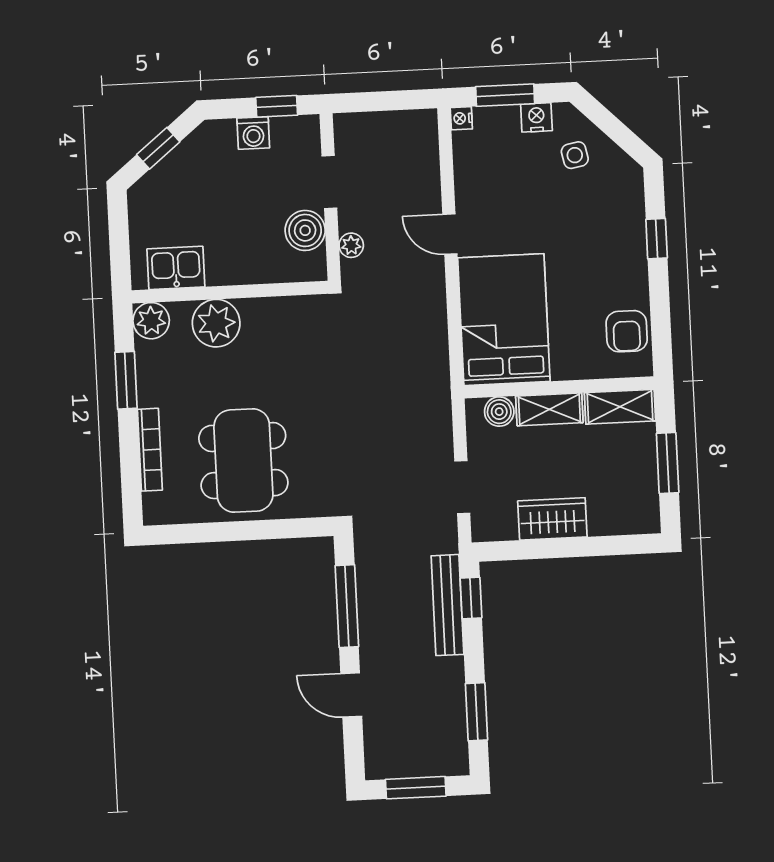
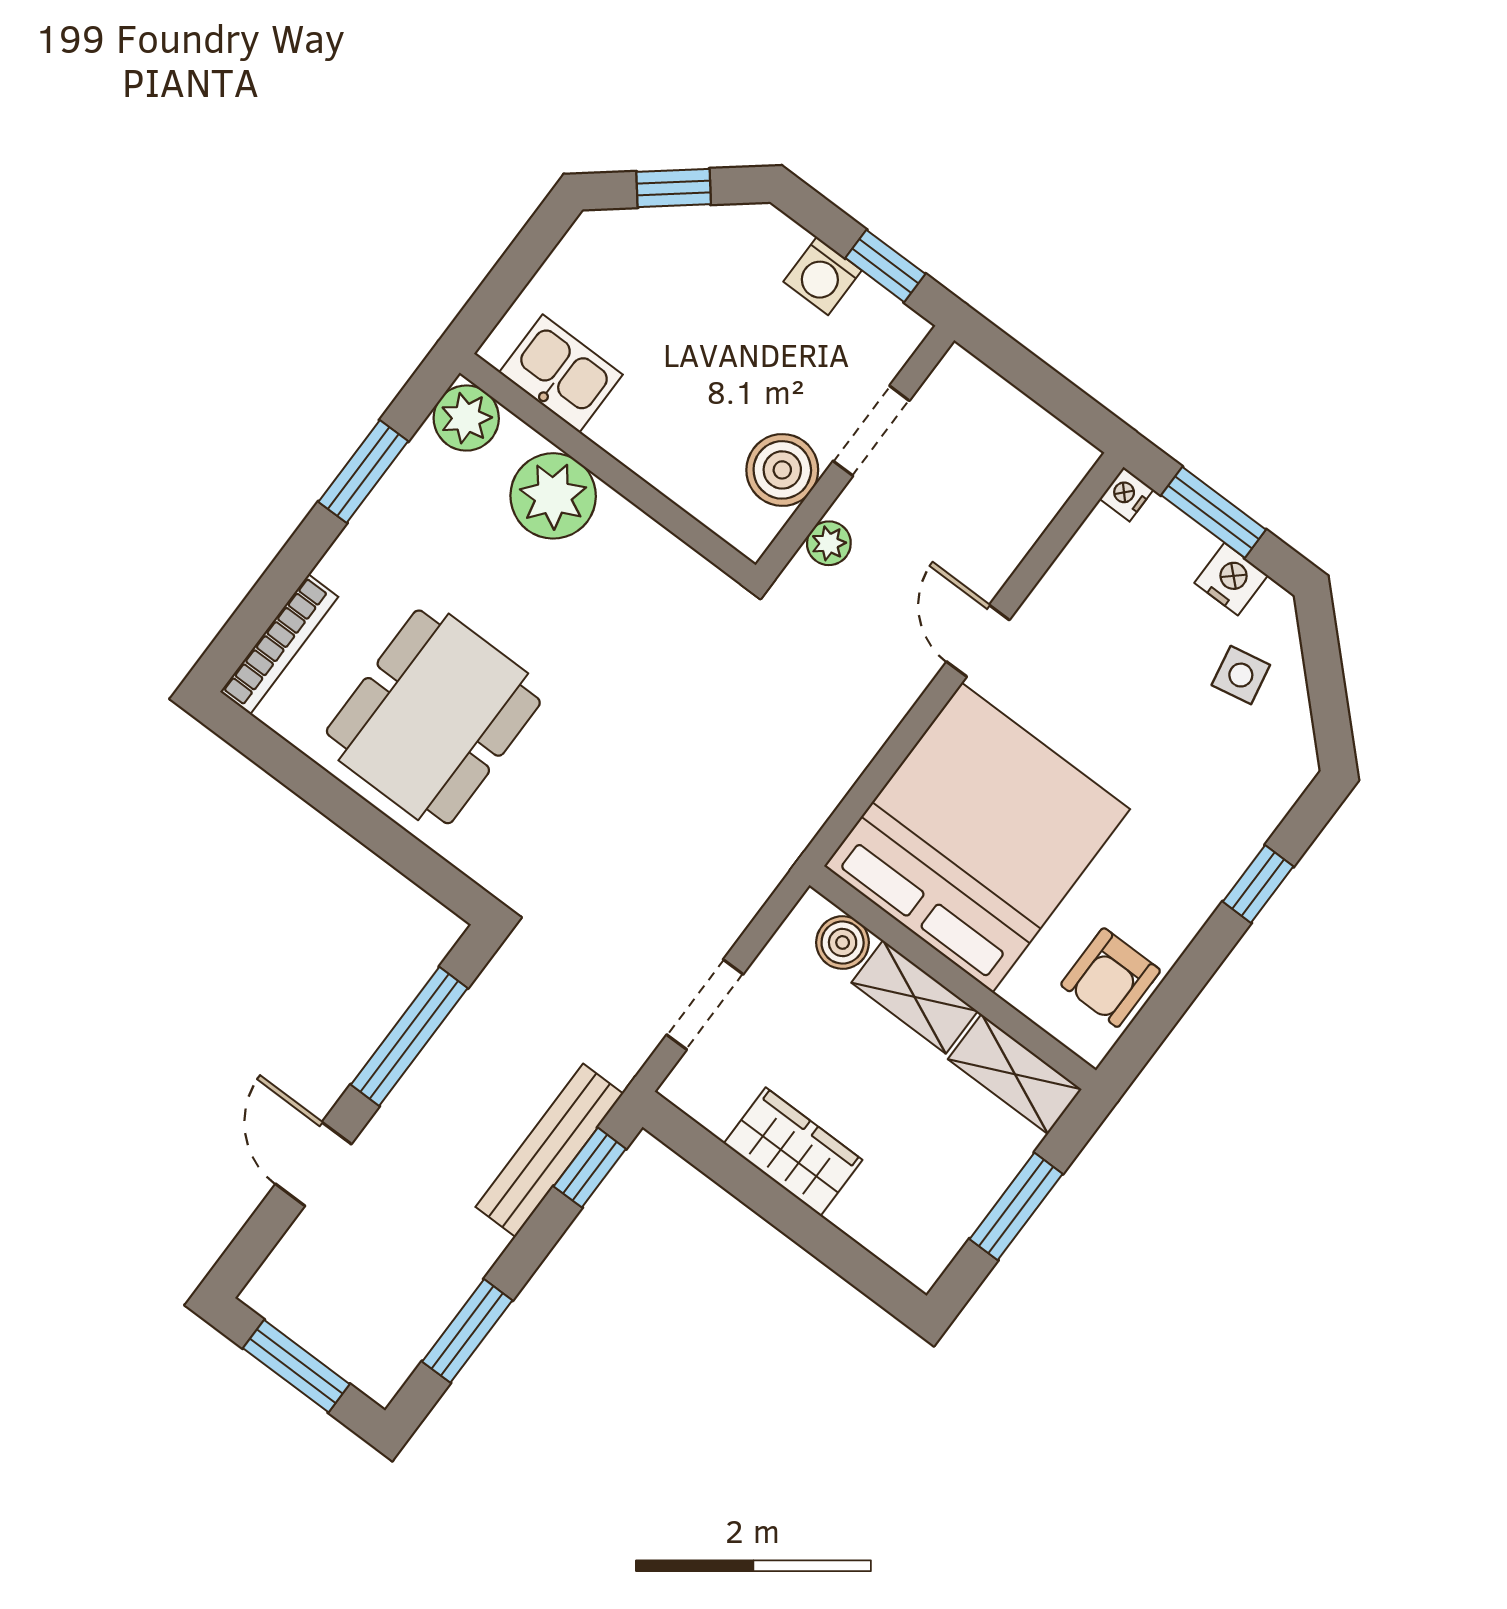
bed: (504, 320) -> (977, 838), width x1.36
bookcase: (150, 450) -> (279, 644), moved

